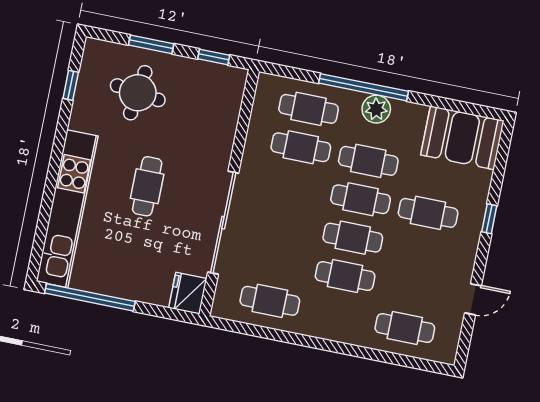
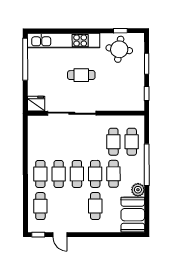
round table: (138, 93) -> (119, 49), moved
plant: (376, 109) -> (138, 190), moved
window: (489, 219) -> (38, 235), moved
cafe table: (270, 301) -> (40, 174), moved

